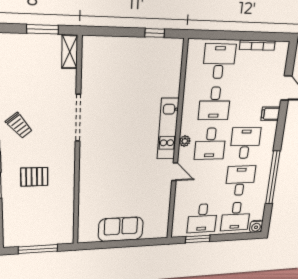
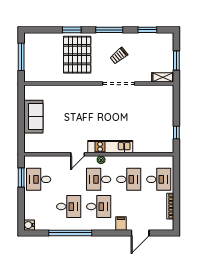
desk: (215, 104) -> (129, 179), turned 180
trolley: (19, 126) -> (119, 56), moved
pallet: (34, 177) -> (77, 55), width x2.05, depth x2.00
desk: (236, 216) -> (39, 207), removed

